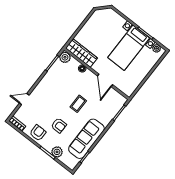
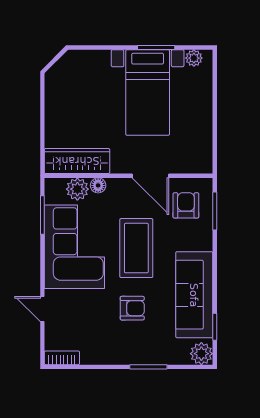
plant: (65, 57) -> (77, 189), moved
corner sofa: (55, 85) -> (74, 247), added
door: (24, 99) -> (42, 309), hinge flipped
coffee table: (78, 104) -> (136, 248), width x1.86, depth x1.72
armchair: (38, 133) -> (186, 205), moved
plant: (57, 152) -> (201, 354), moved

